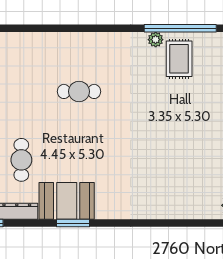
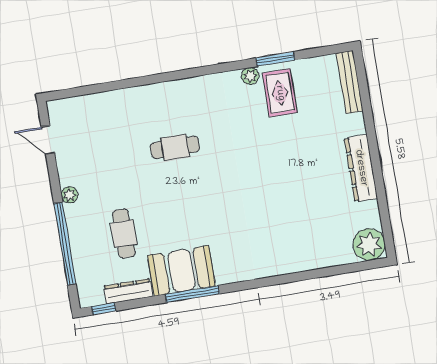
window: (180, 28) -> (275, 59), width x0.47
window: (73, 223) -> (192, 294), width x1.44

